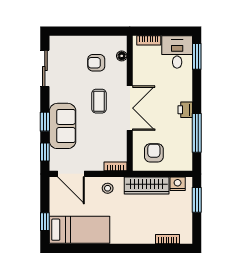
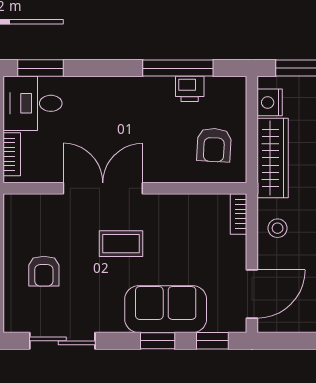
floor lamp: (122, 56) -> (40, 203), removed
armchair: (96, 63) -> (44, 271), moved
double door: (130, 108) -> (103, 188), moved
printer: (185, 110) -> (190, 89), moved
armchair: (154, 153) -> (214, 145), turned -87

